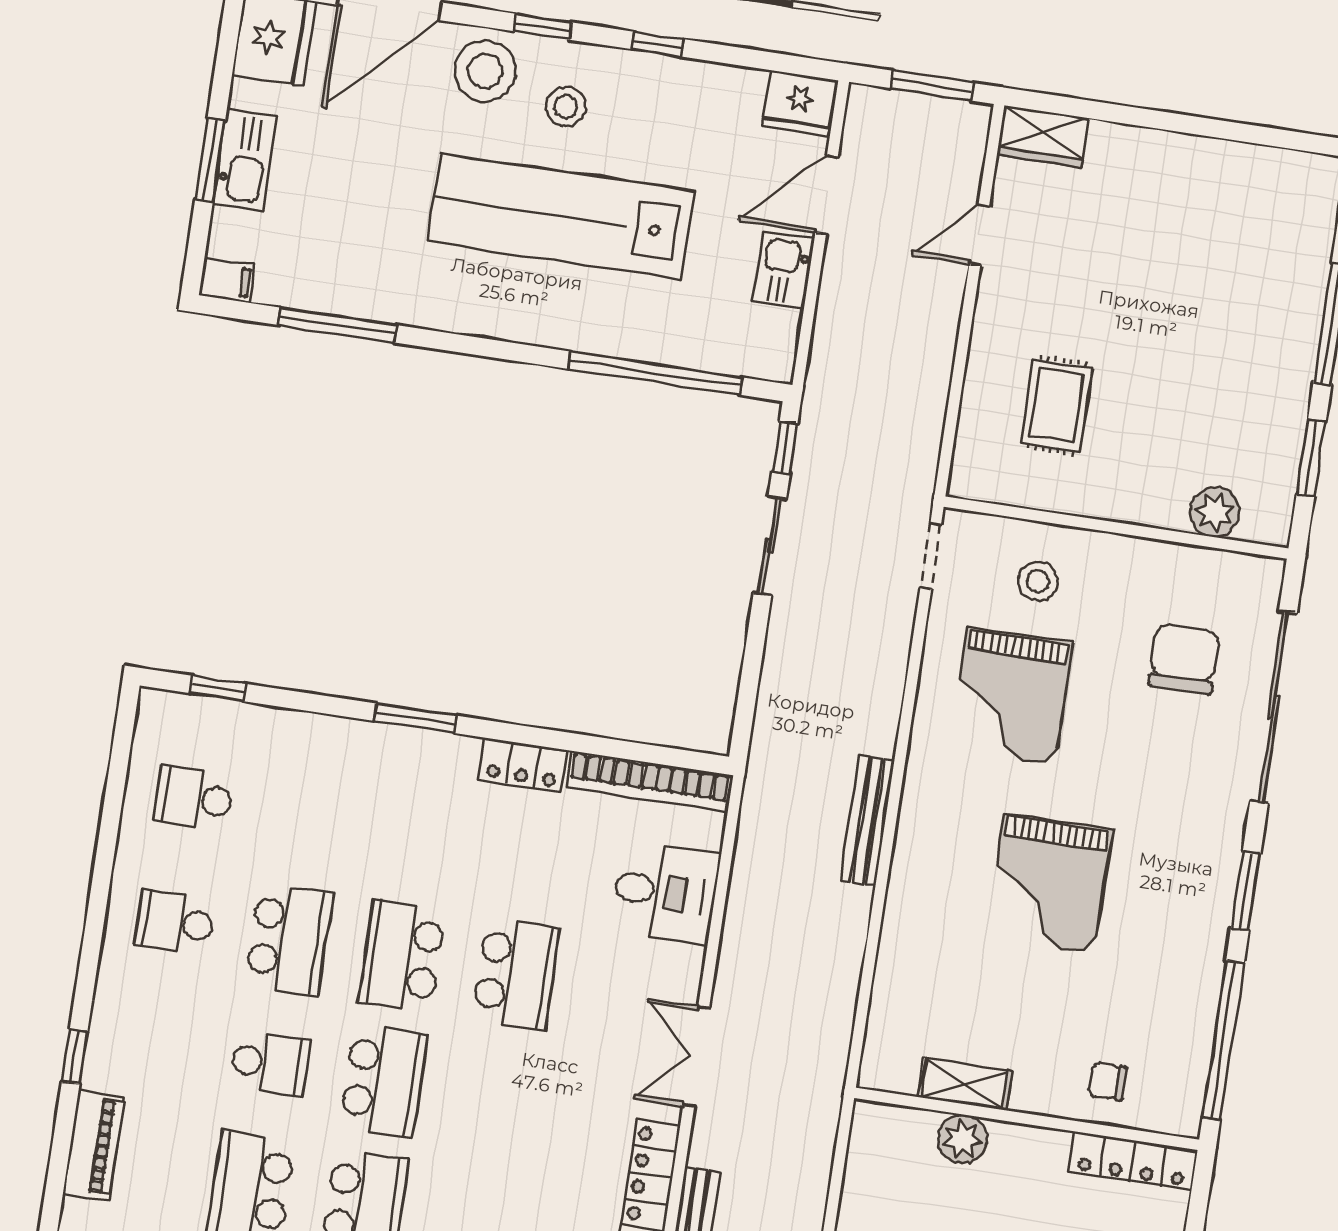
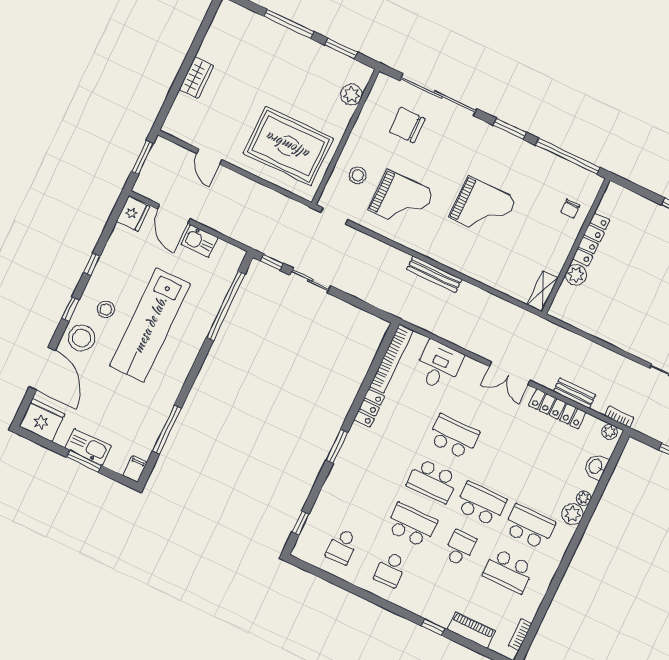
wardrobe: (1043, 136) -> (196, 78), moved
rug: (1057, 405) -> (288, 146), width x1.86, depth x2.06
shelving: (965, 1084) -> (542, 291), moved
locker: (1133, 1161) -> (591, 239), moved

